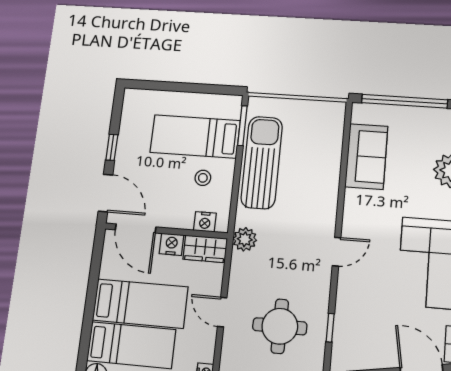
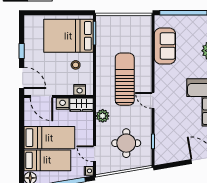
bed: (195, 137) -> (68, 36), width x1.50
sun lounger: (262, 162) -> (125, 79), moved
plant: (245, 239) -> (103, 116), moved
door: (337, 252) -> (153, 100), swing flipped
door: (222, 312) -> (95, 154), moved

